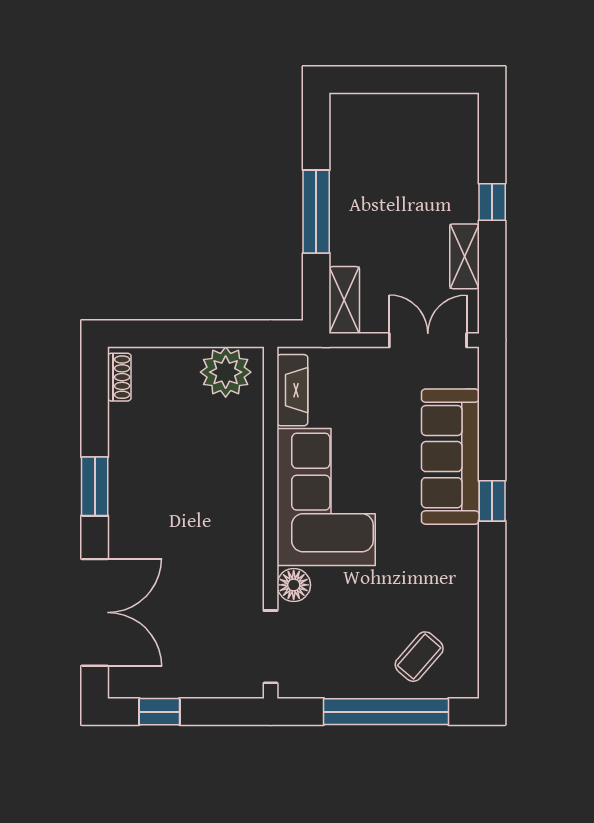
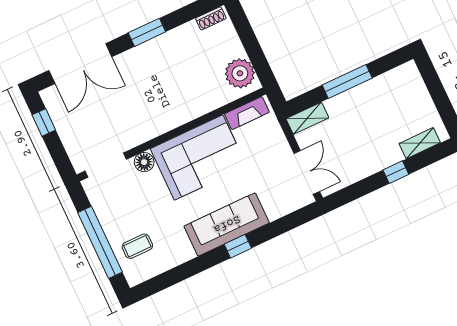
shelving: (464, 256) -> (420, 143), moved
sofa: (450, 457) -> (227, 224), moved
coffee table: (419, 657) -> (137, 246), turned -41

